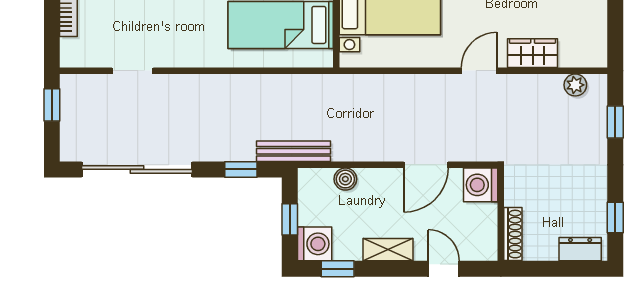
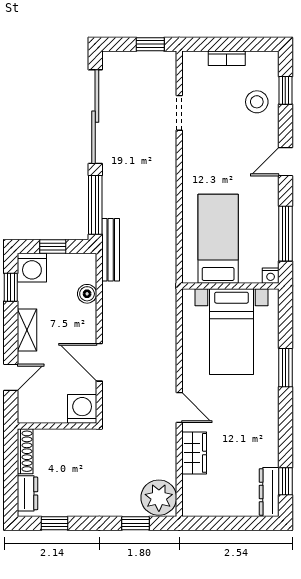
plant: (575, 85) -> (159, 498), width x1.88, depth x1.88
window: (241, 169) -> (95, 205), width x2.17
shoe rack: (513, 234) -> (25, 451), moved, turned -90

